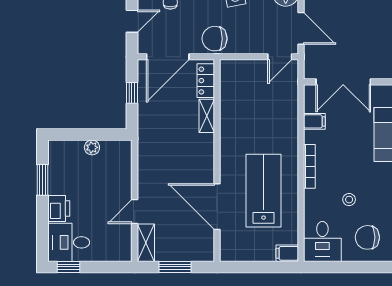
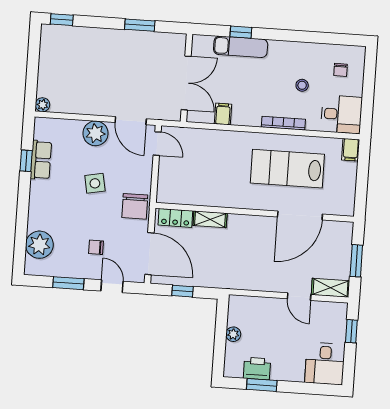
door: (301, 28) -> (131, 121), swing flipped
bookcase: (309, 166) -> (283, 123), moved
printer: (59, 209) -> (257, 369), moved
chair: (367, 237) -> (341, 70), width x0.54, depth x0.54
window: (68, 267) -> (351, 331), moved

